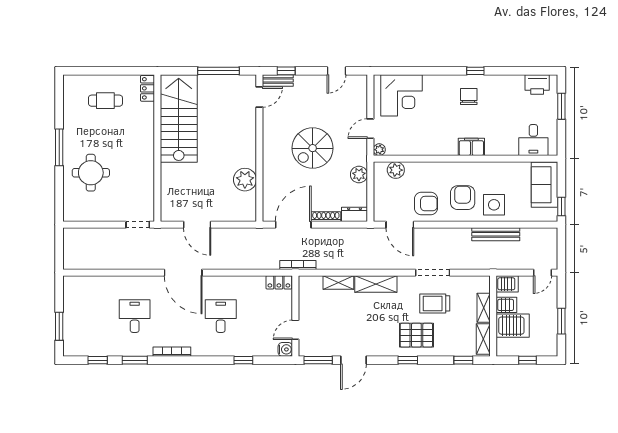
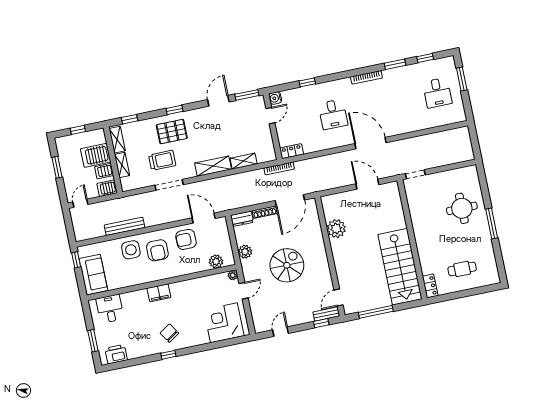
chair: (469, 97) -> (169, 333), turned 147
desk: (135, 316) -> (437, 93), moved

